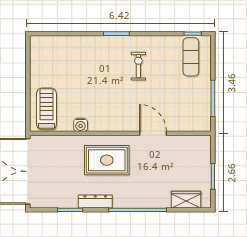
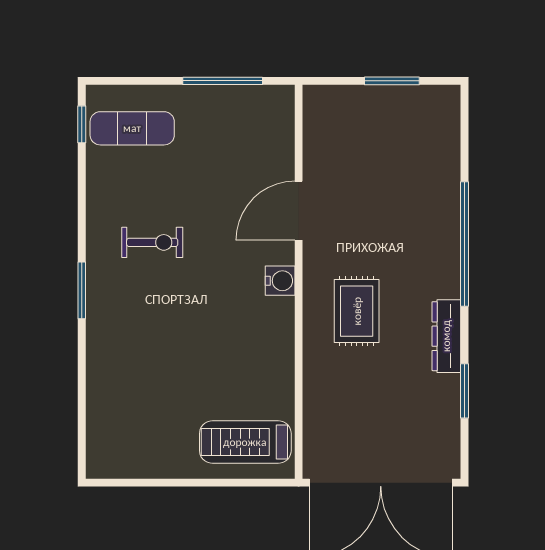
exercise bike: (138, 66) -> (152, 242), turned 180
water cooler: (81, 125) -> (280, 281), moved
rug: (107, 160) -> (357, 311), width x0.73, depth x0.70
wardrobe: (186, 200) -> (442, 139), removed

